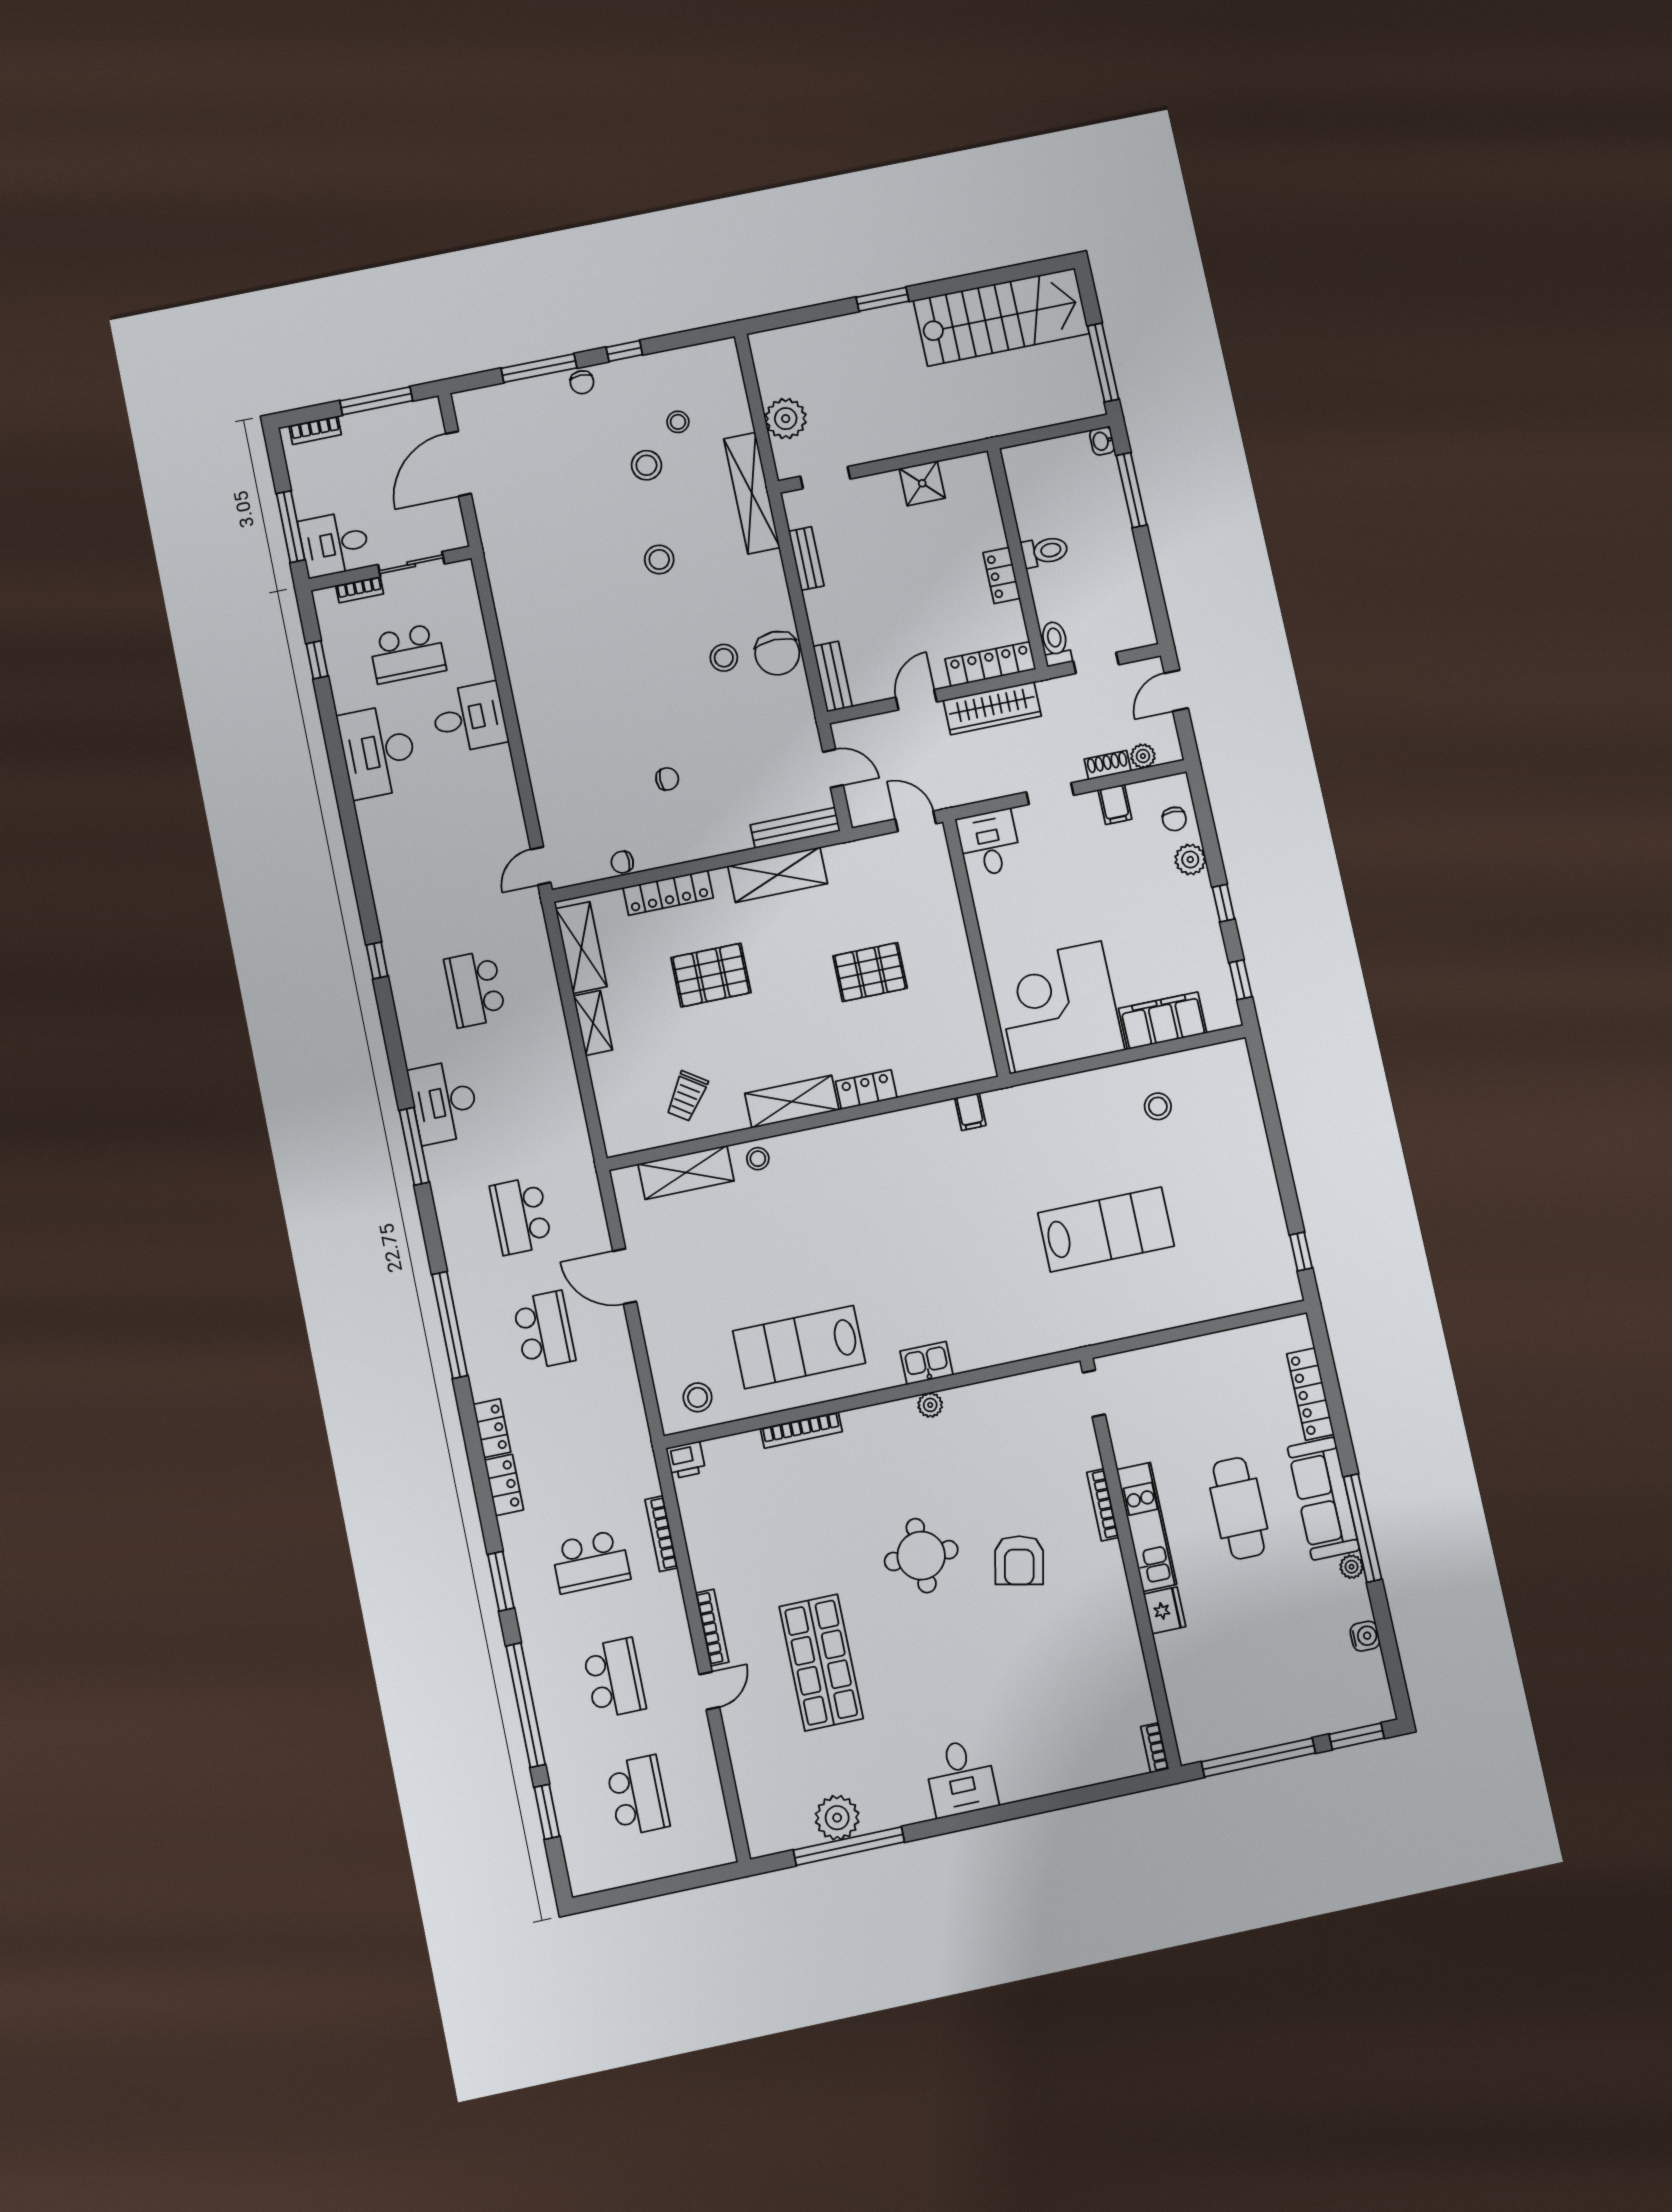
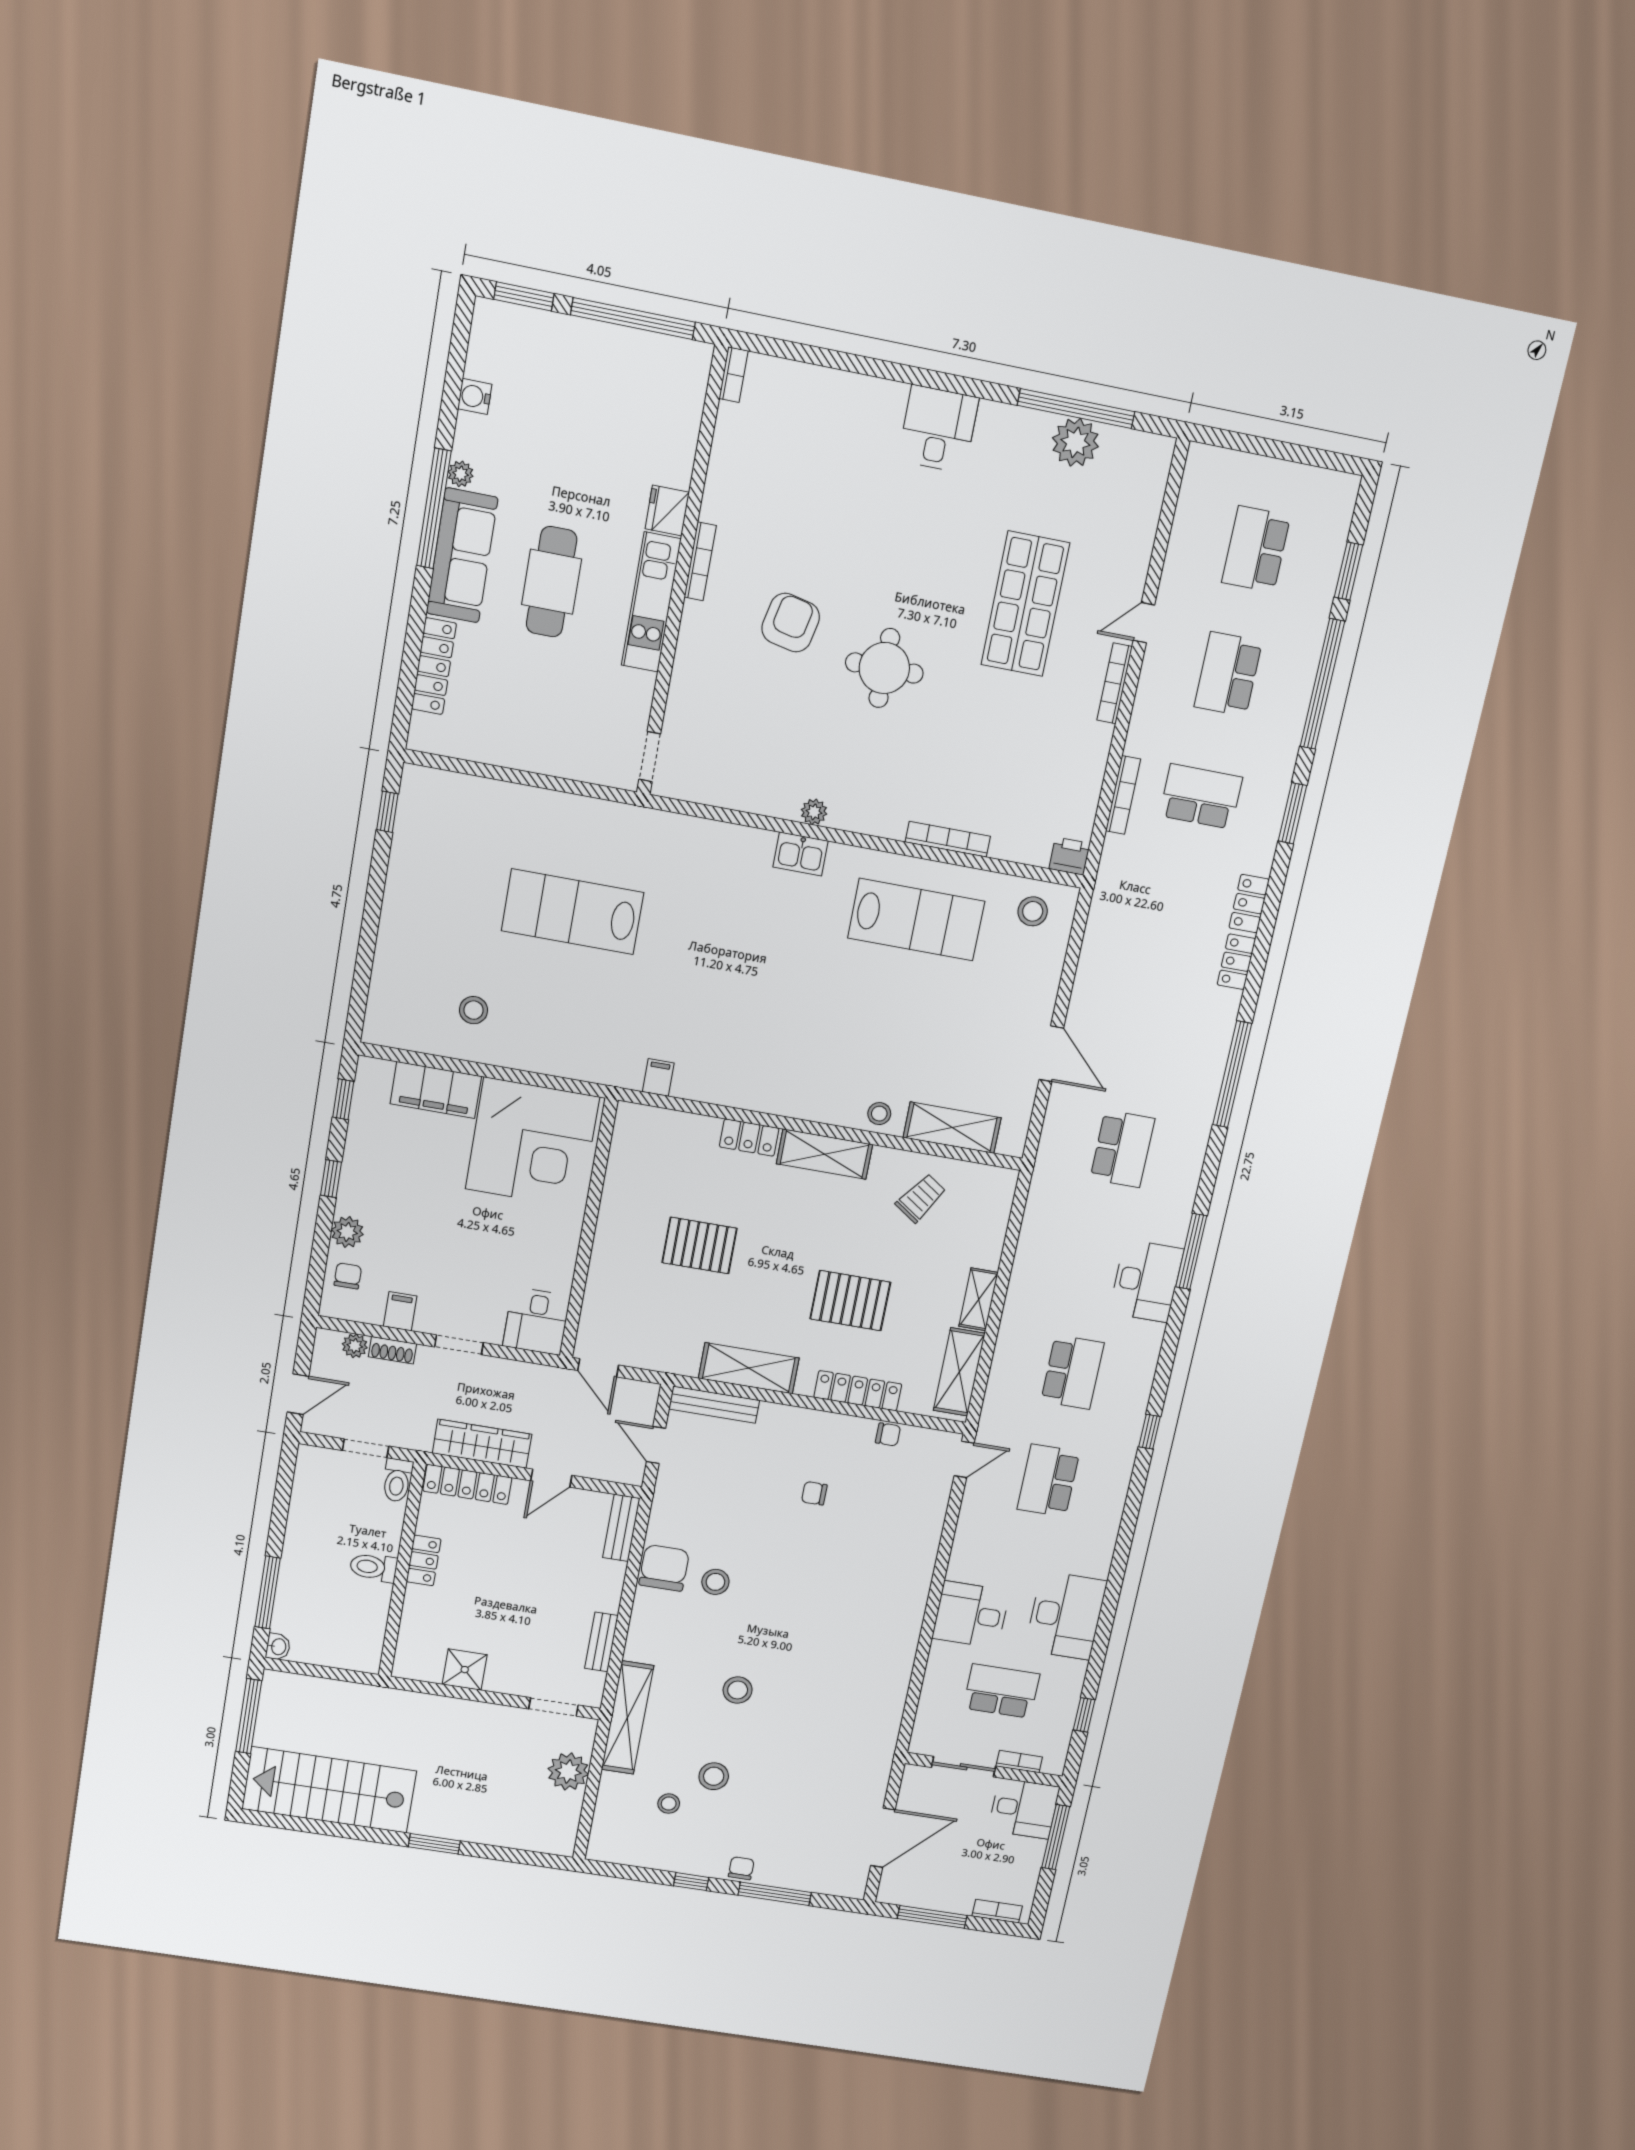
school desk: (544, 1330) -> (1048, 1481), moved
bookcase: (1103, 1505) -> (700, 561), moved

